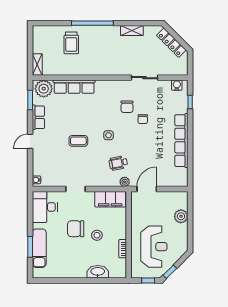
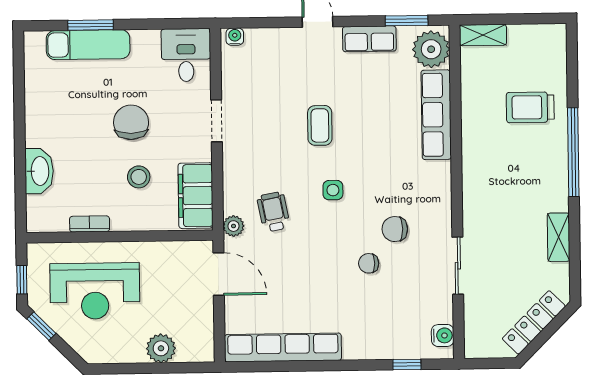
row of seats: (181, 141) -> (283, 347), moved
desk: (45, 207) -> (186, 55), width x0.73
stool: (97, 235) -> (139, 177), moved

